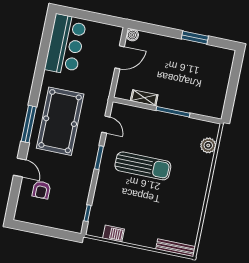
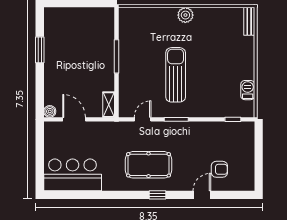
shelving: (144, 98) -> (109, 105), moved
pool table: (60, 121) -> (148, 165), width x0.73, depth x0.76
window: (29, 124) -> (158, 195), width x0.46
plant: (208, 145) -> (185, 15), moved
bench: (176, 248) -> (249, 21), width x0.73

